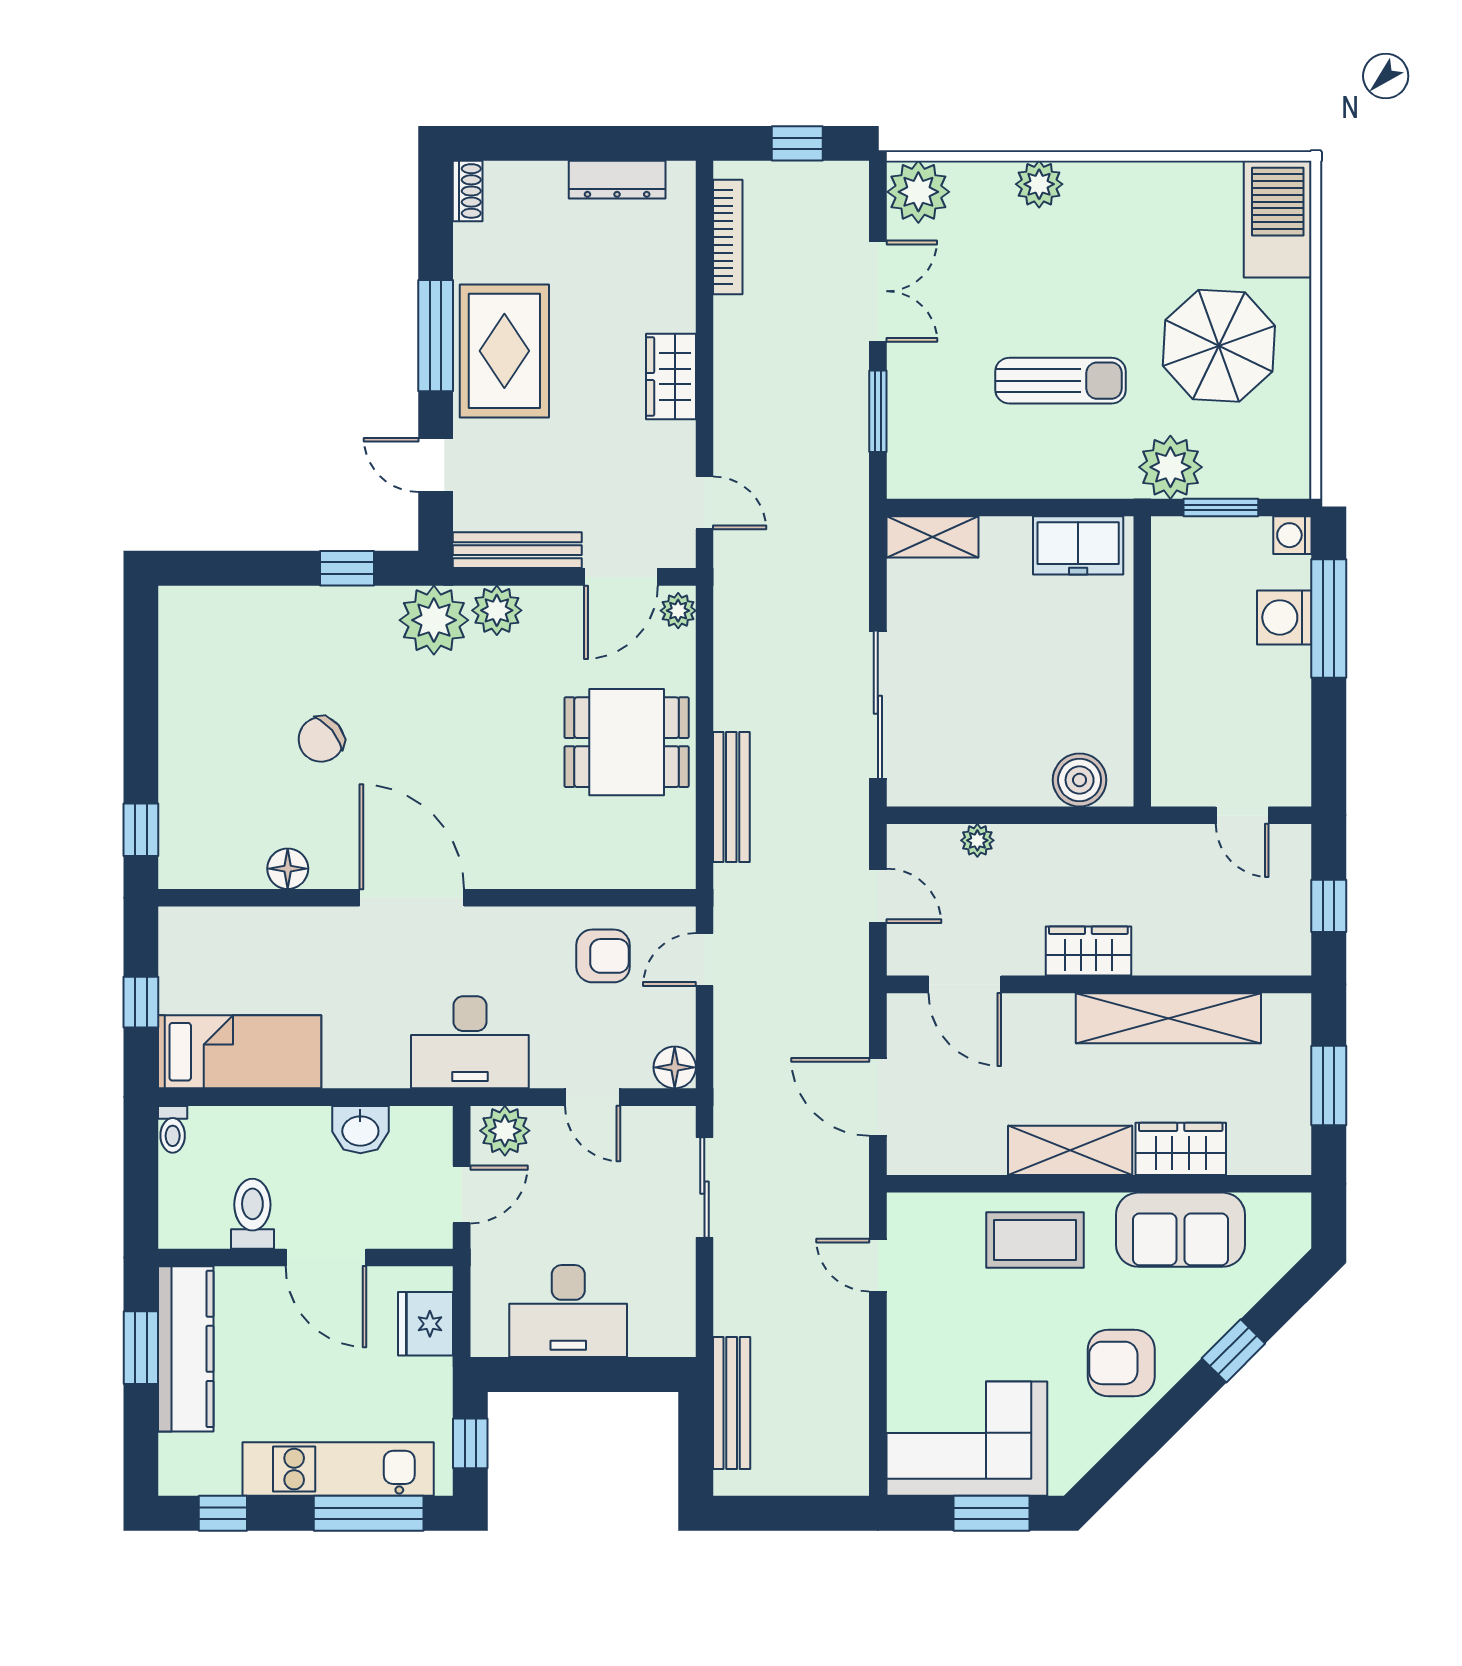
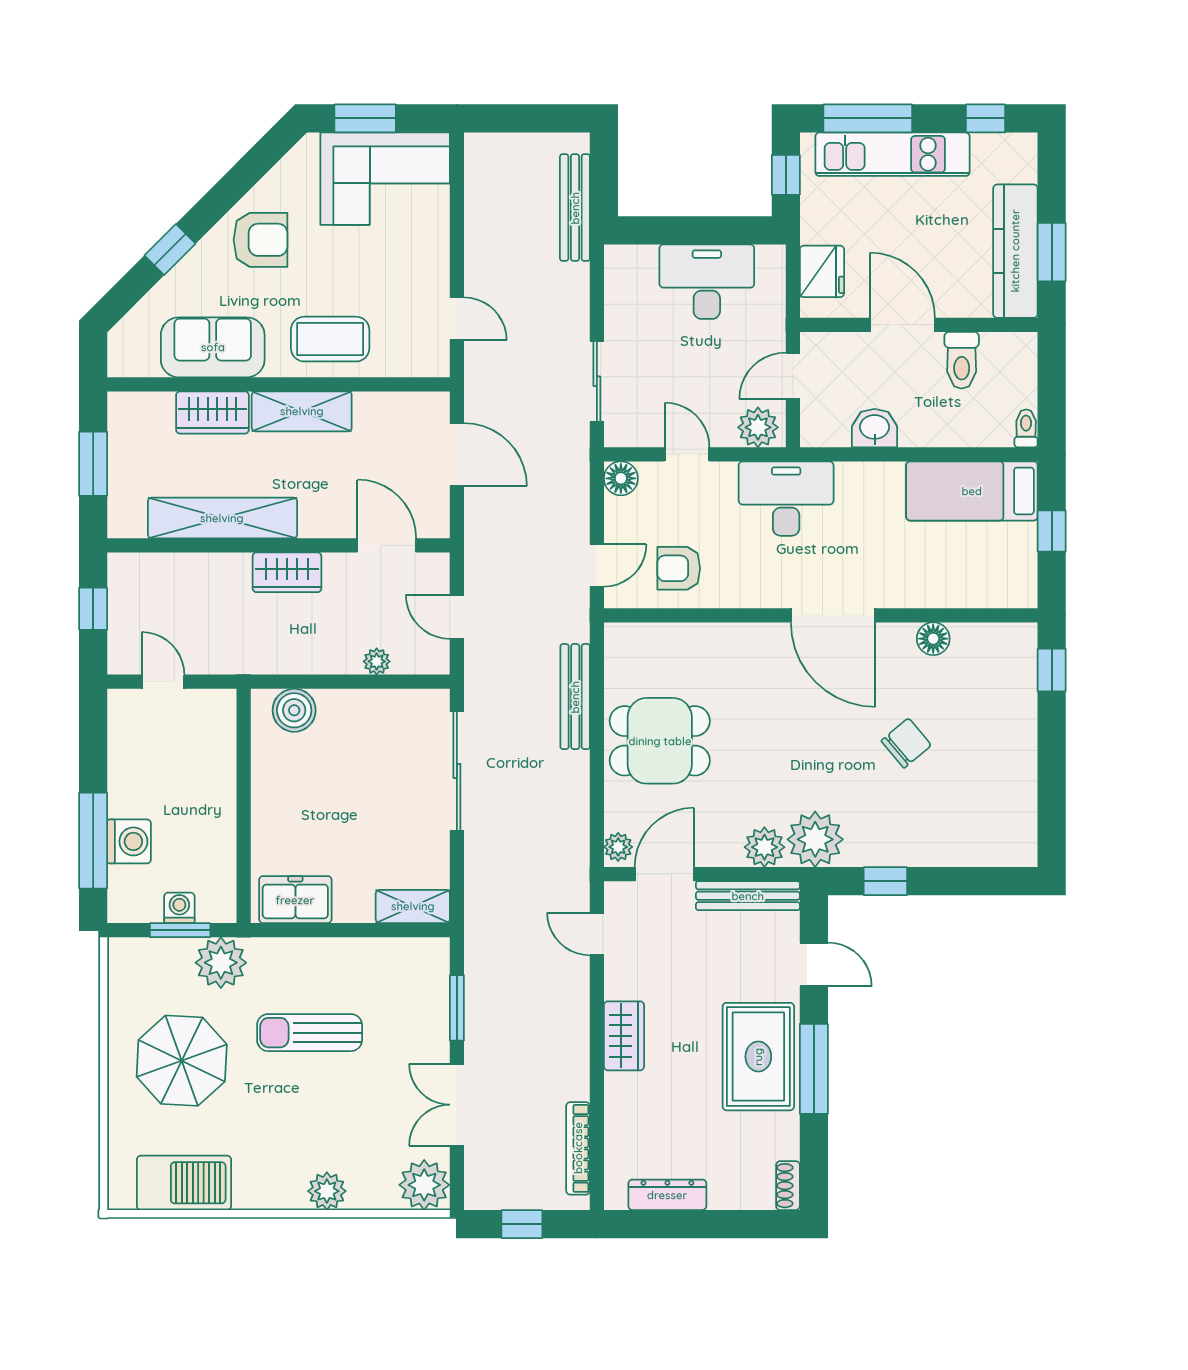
barbecue: (1278, 219) -> (184, 1183), moved, turned -90
washing machine: (1292, 535) -> (179, 908), moved, turned -90

